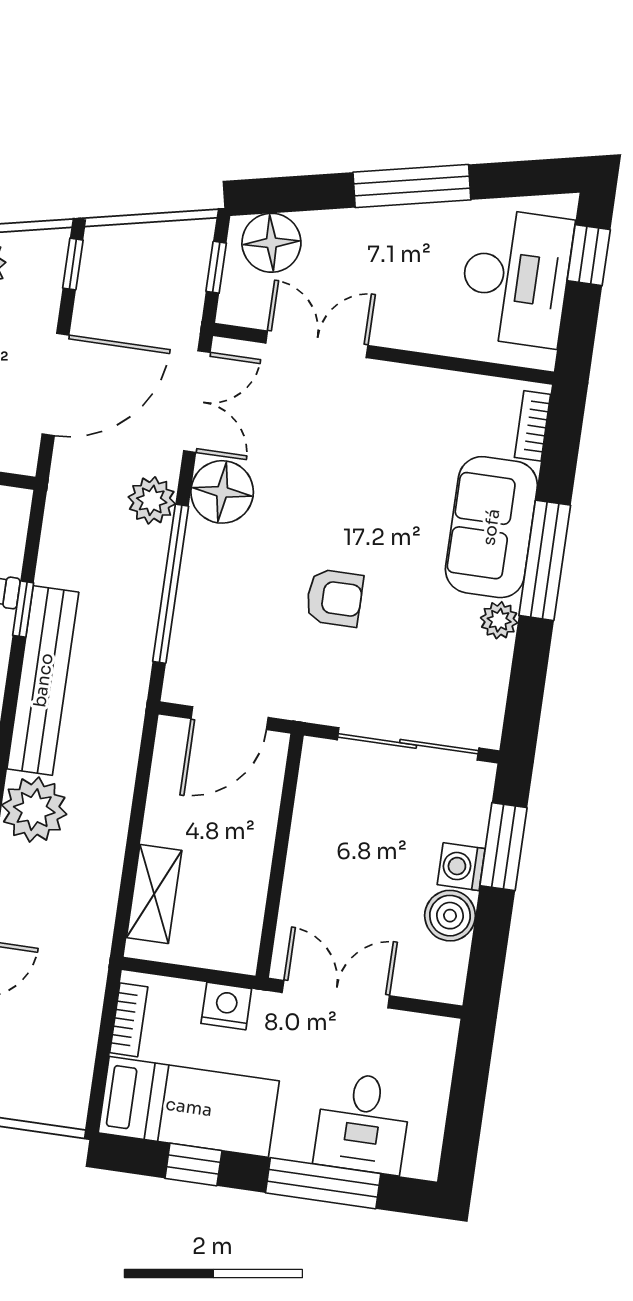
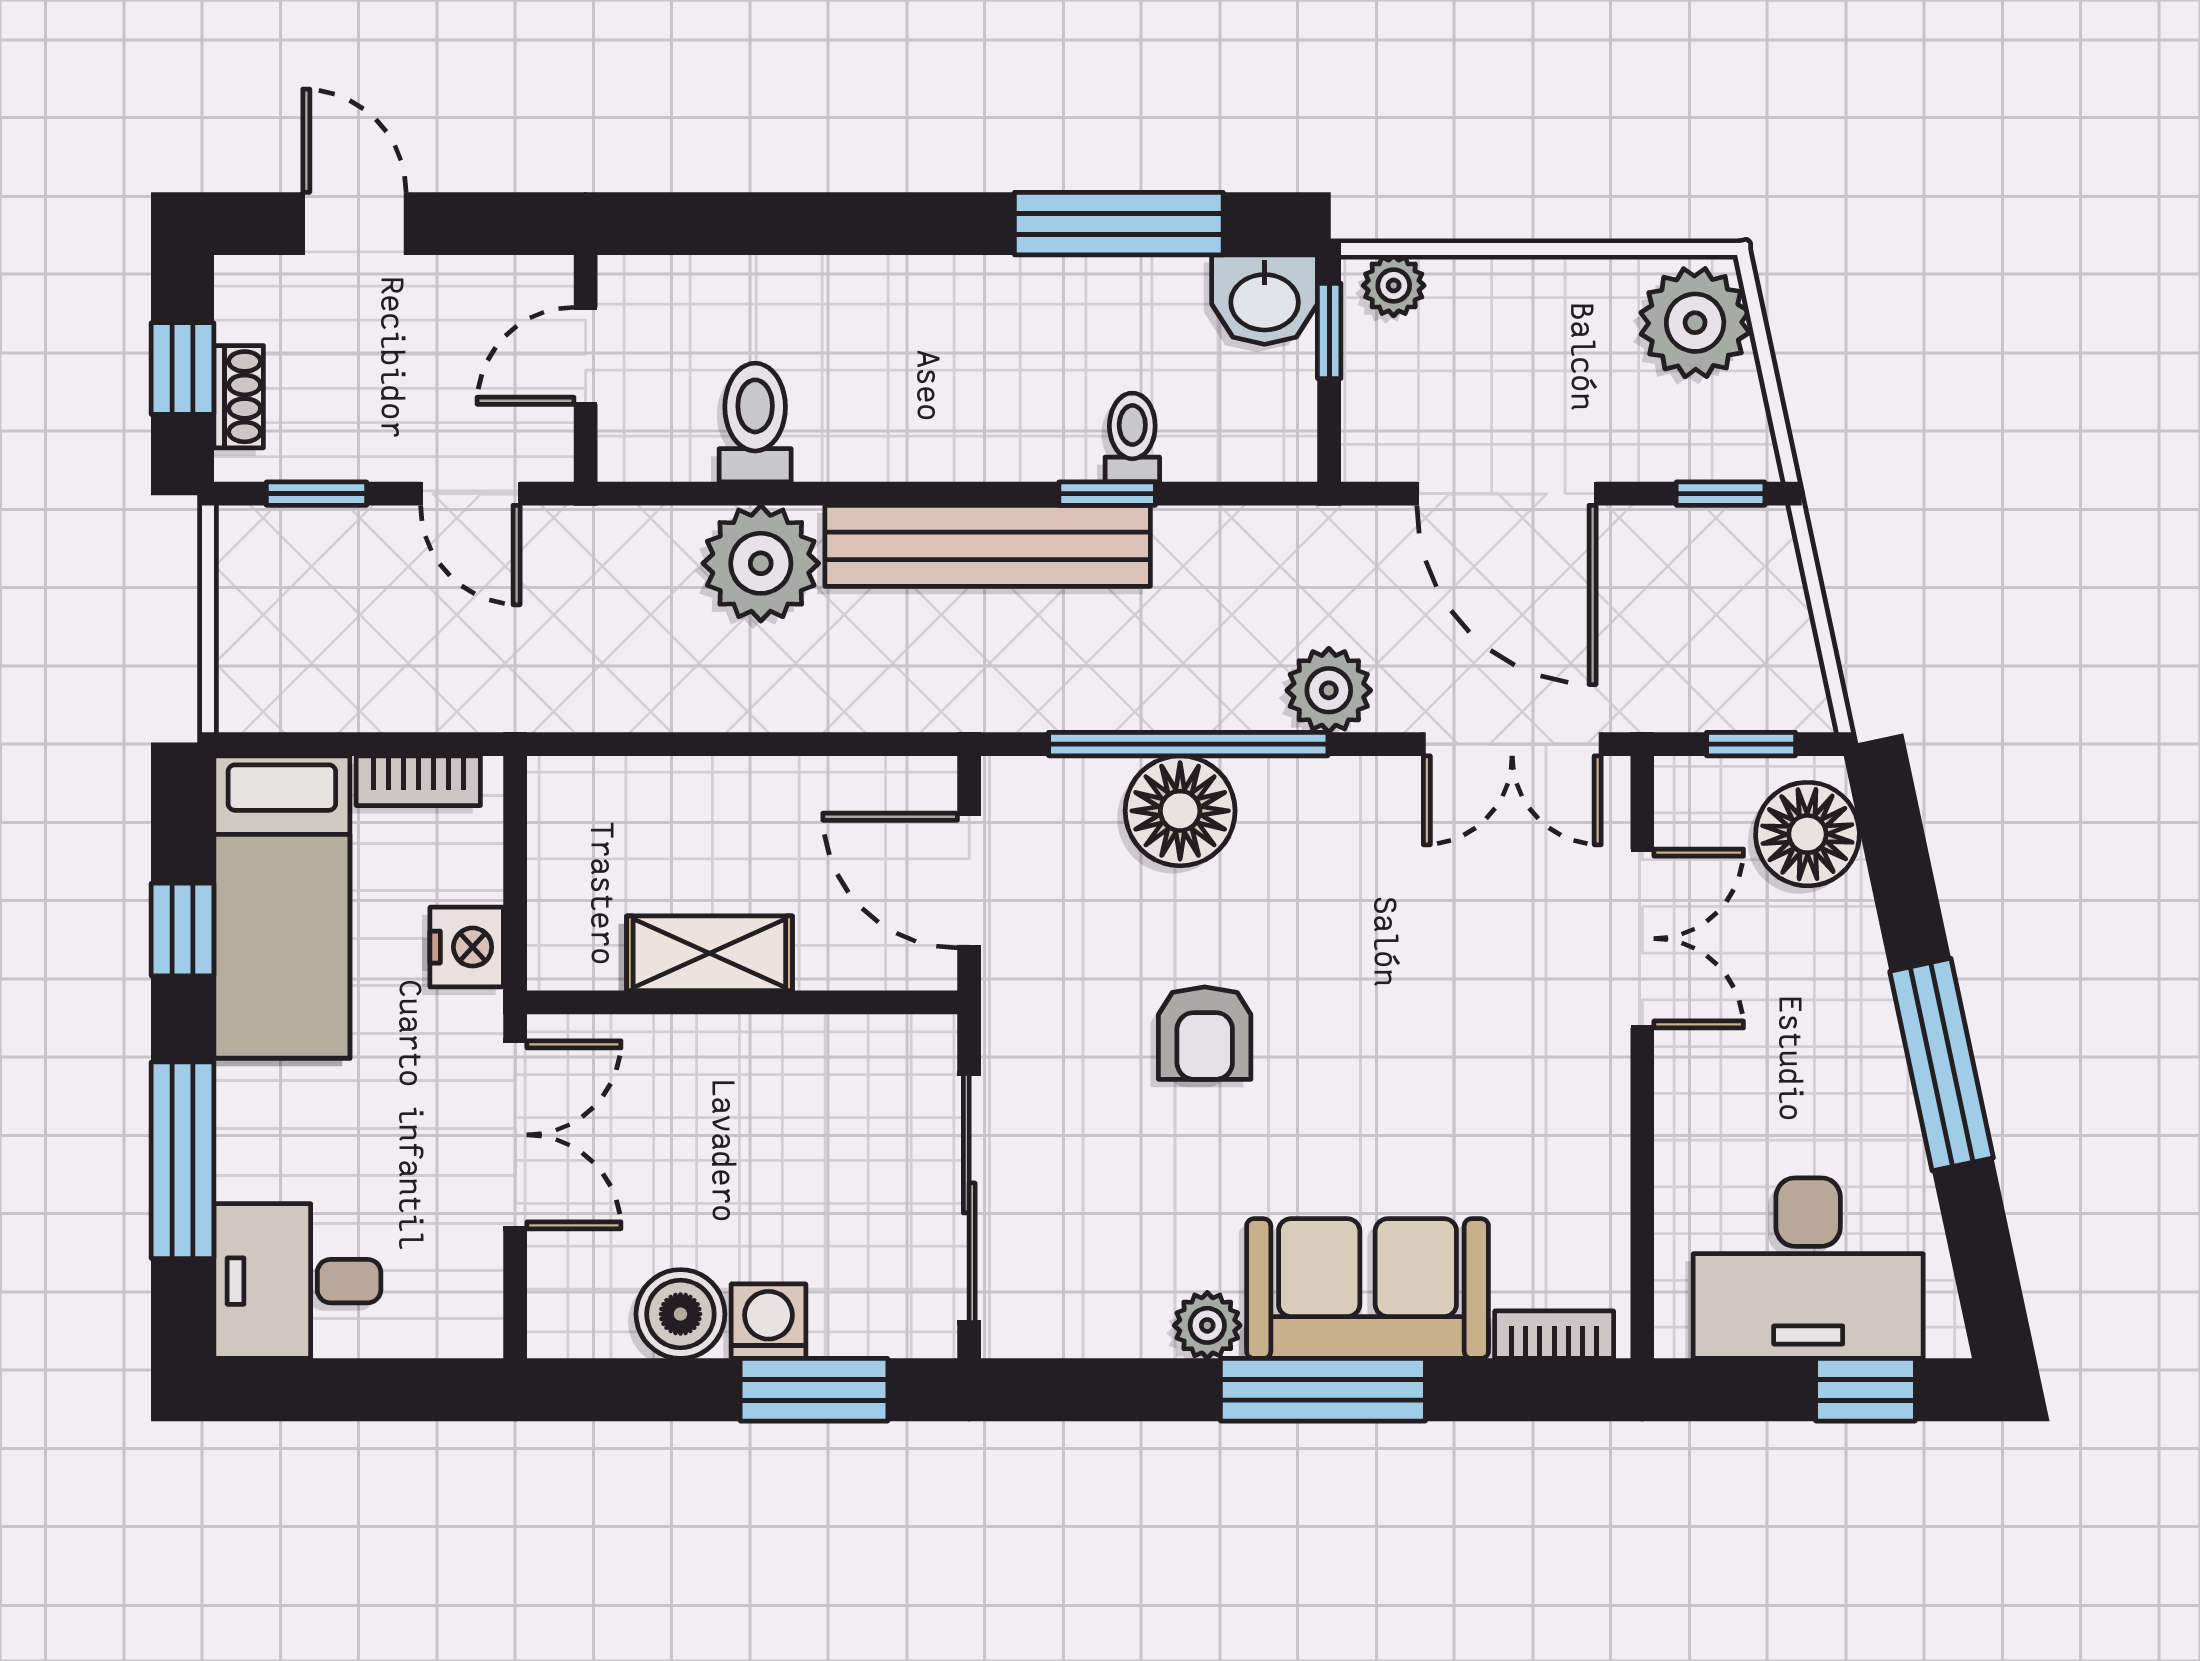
floor lamp: (222, 492) -> (1180, 811), moved
shelving: (154, 894) -> (709, 953), moved
desk: (363, 1123) -> (297, 1281), moved

